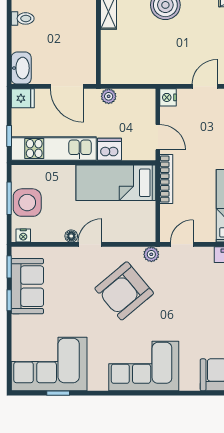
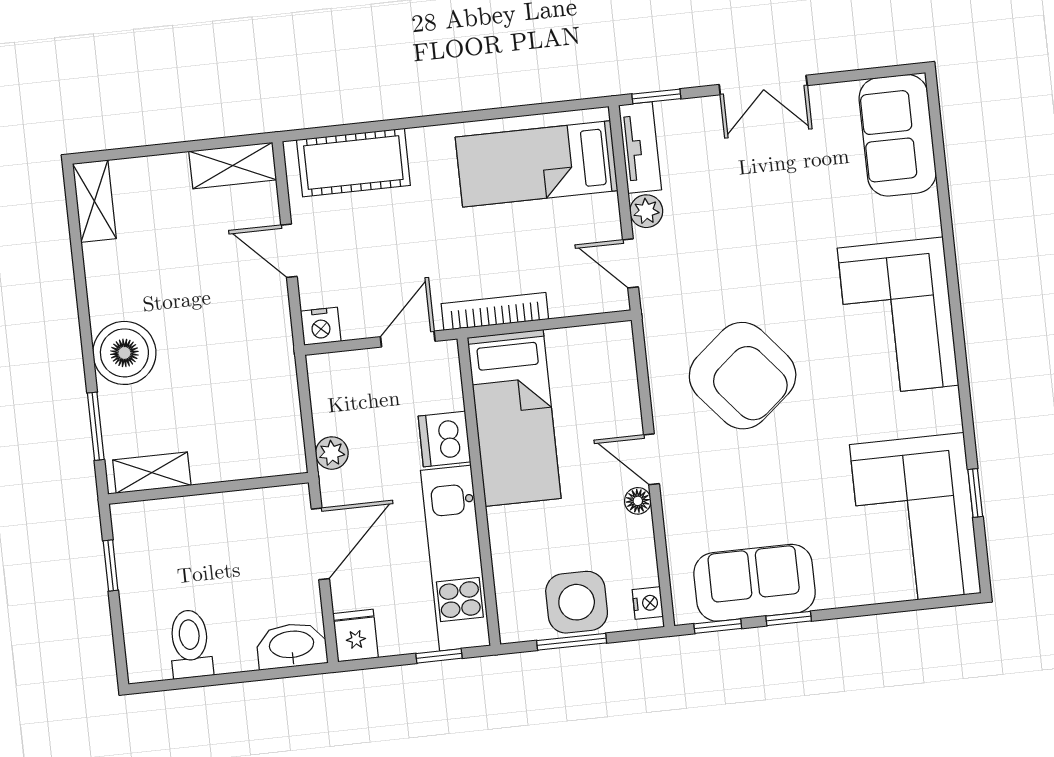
toilet: (23, 18) -> (190, 644), width x1.37, depth x1.39
plant: (151, 254) -> (646, 211), moved

